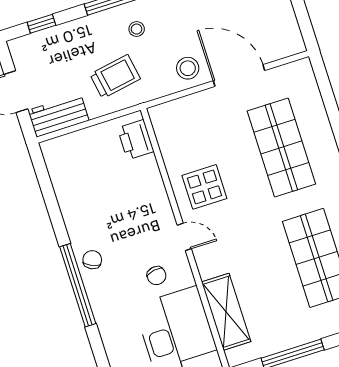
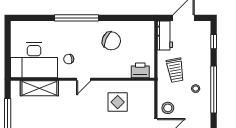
display table: (204, 187) -> (118, 102), moved
chair: (92, 260) -> (111, 41), moved, width x1.87, depth x1.87

